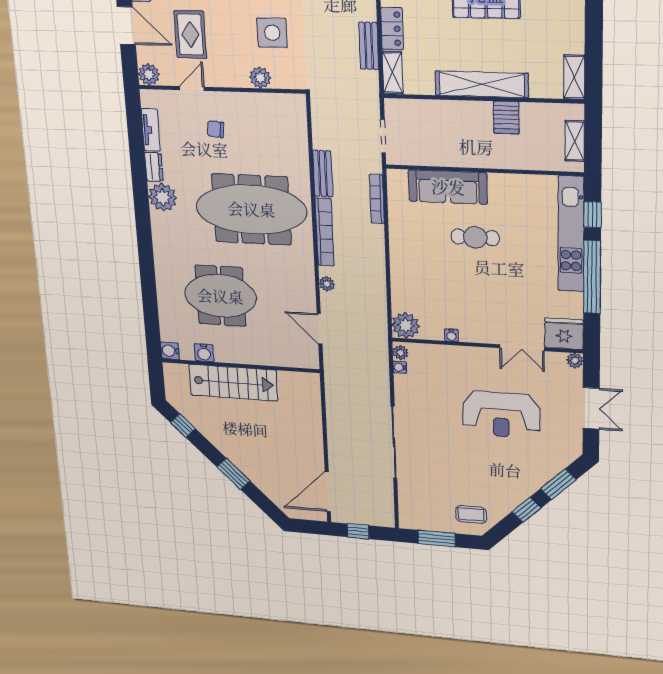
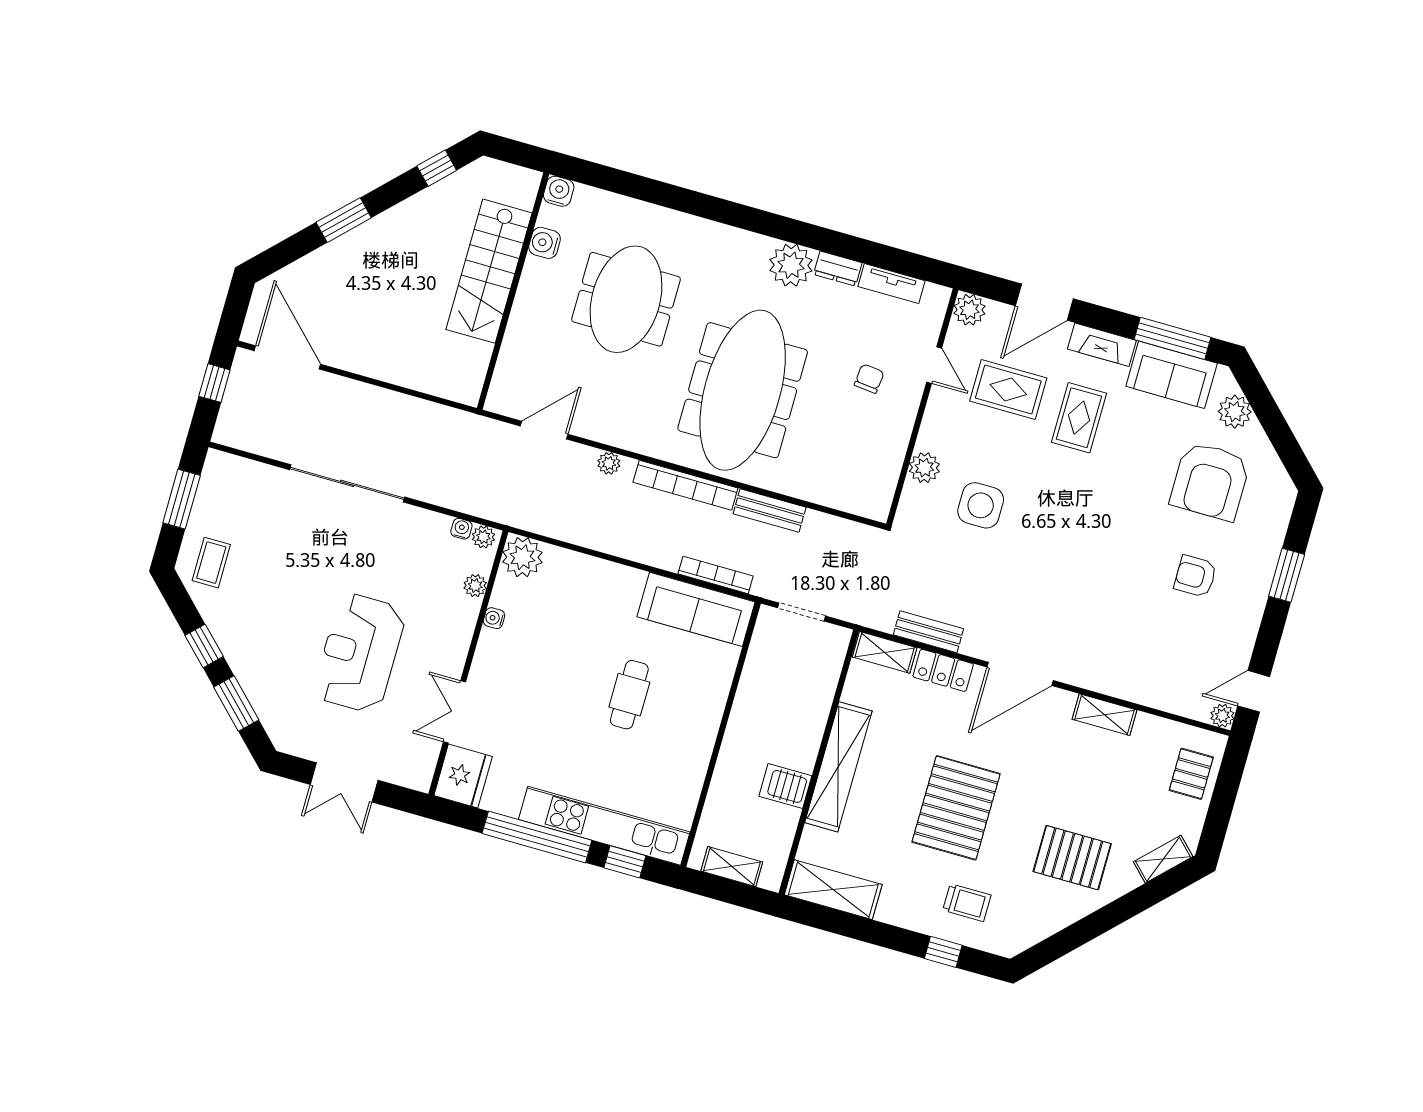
shelving: (574, 77) -> (833, 890), width x1.50, depth x1.33
sofa: (448, 187) -> (696, 609), moved, turned -90
plant: (575, 361) -> (475, 586), moved

